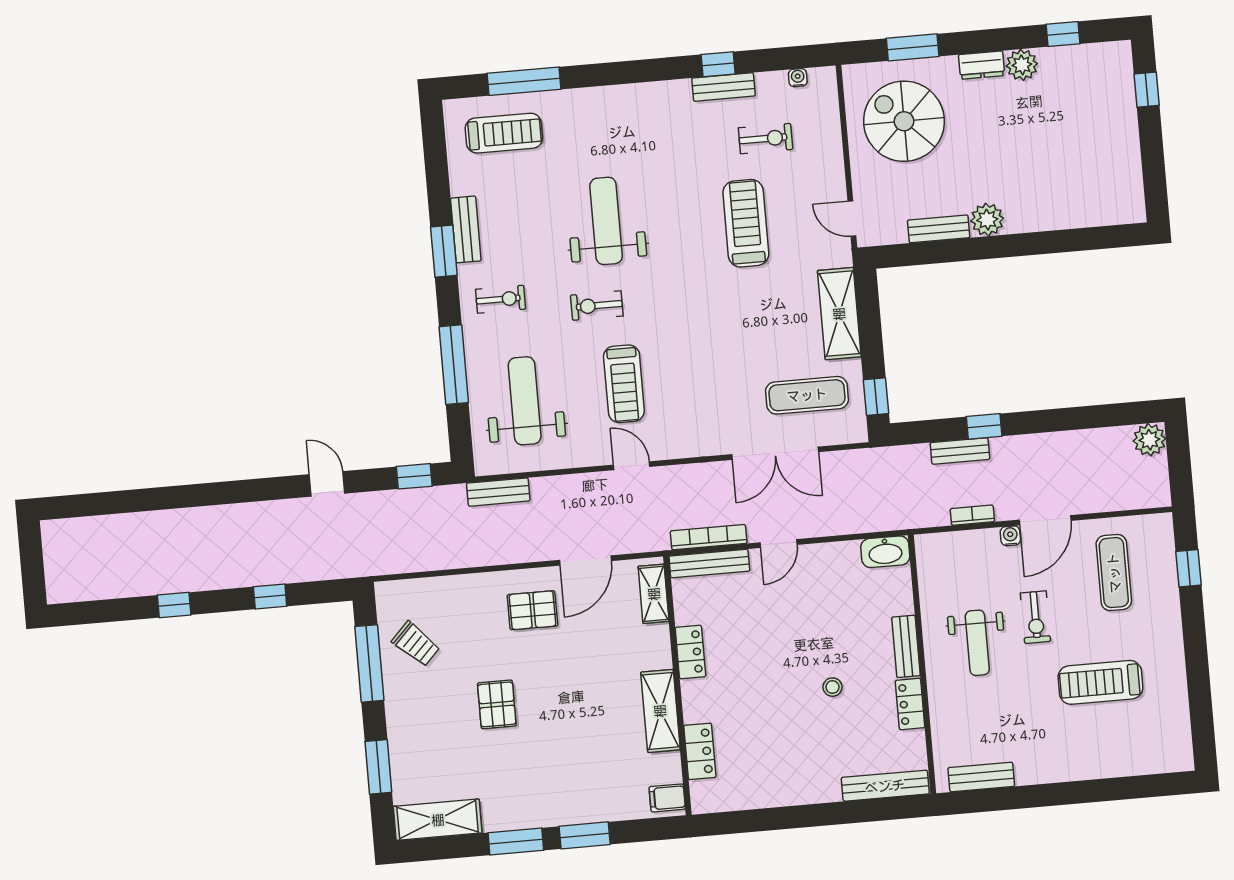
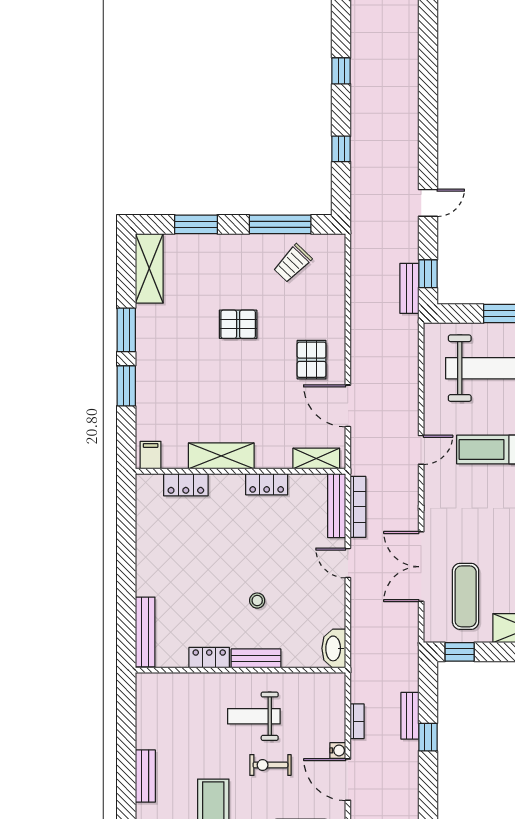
bench: (498, 492) -> (409, 288), moved
stool: (832, 687) -> (257, 601), moved
bench: (981, 777) -> (145, 776), moved

